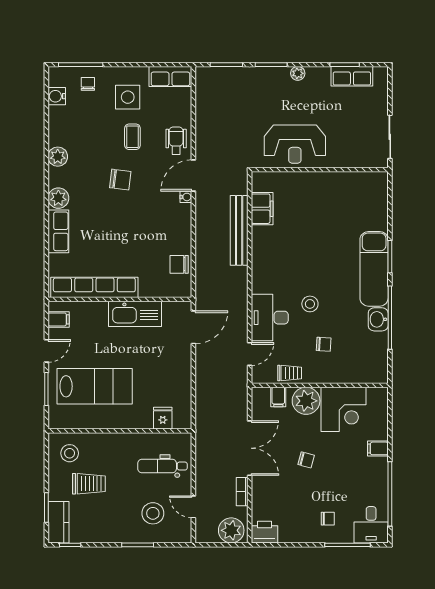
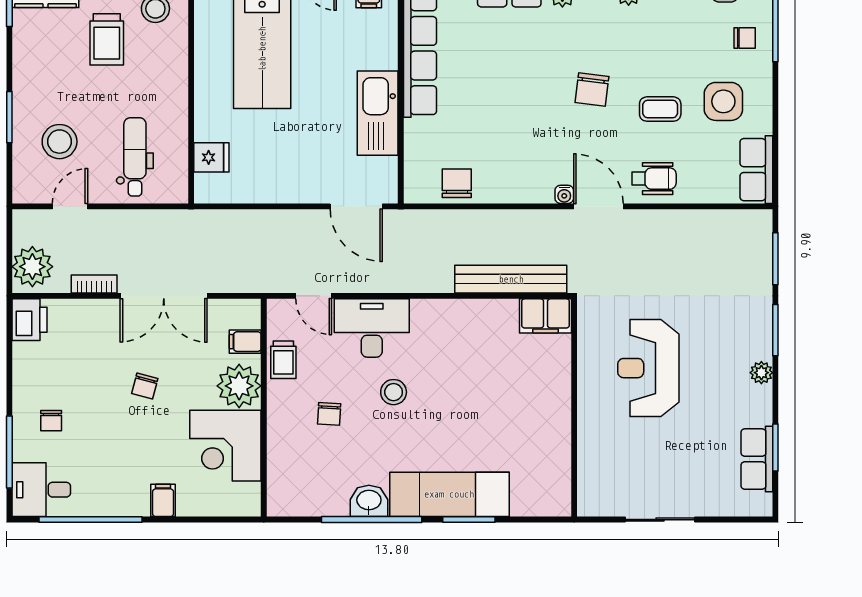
wall: (320, 170) -> (574, 408), moved

